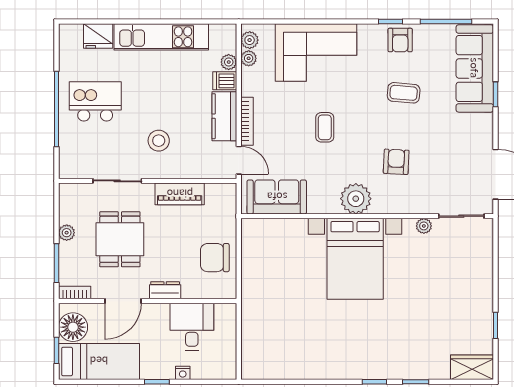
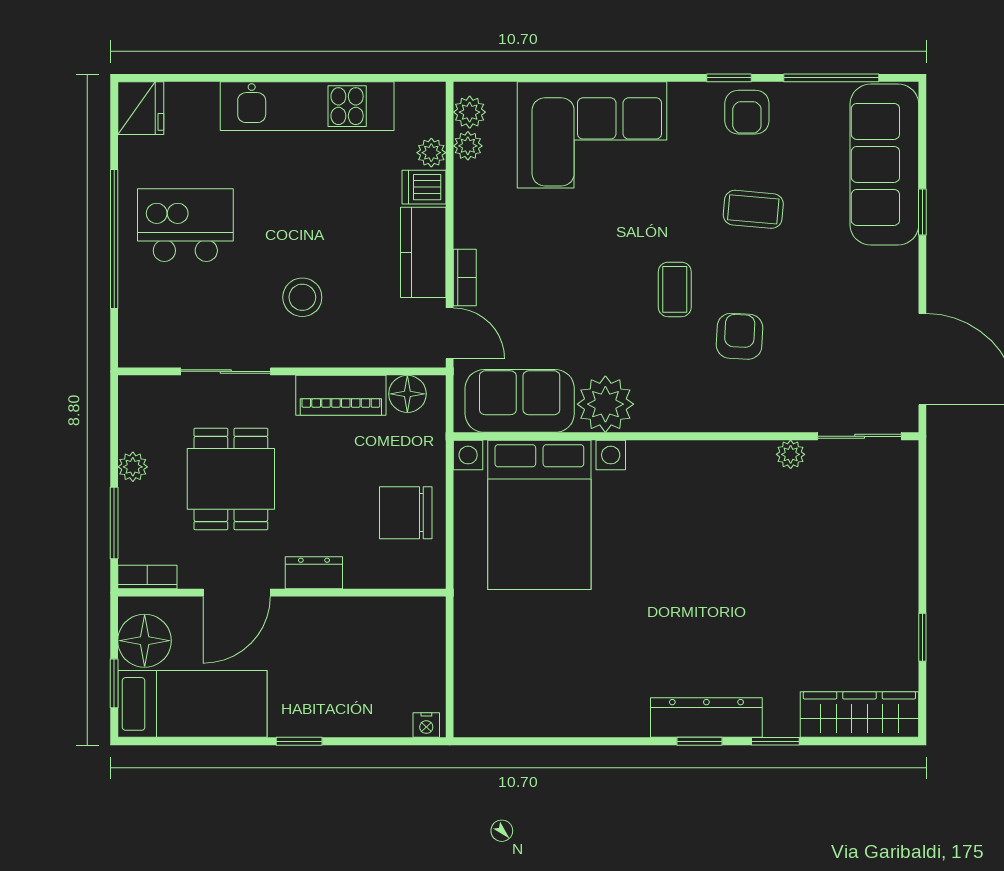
fridge: (98, 36) -> (141, 108), moved, turned -90
bookcase: (247, 121) -> (465, 277), width x0.64
coffee table: (325, 127) -> (675, 289), moved
floor lamp: (216, 193) -> (407, 394), added
plant: (356, 199) -> (605, 404), moved
bed with nightstands: (355, 259) -> (539, 515), moved
desk: (192, 327) -> (363, 640), removed
wardrobe: (472, 367) -> (859, 715), width x1.50
dresser: (378, 369) -> (706, 718), added
nightstand: (183, 373) -> (426, 725), moved

